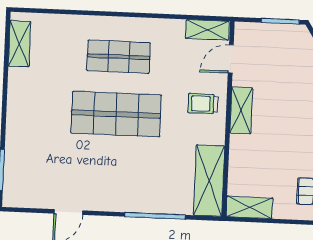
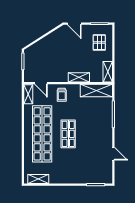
shop shelf: (119, 57) -> (42, 134), width x2.00, depth x1.36
shelving: (241, 110) -> (79, 77), moved
shop shelf: (116, 114) -> (68, 134), width x0.70, depth x0.74

